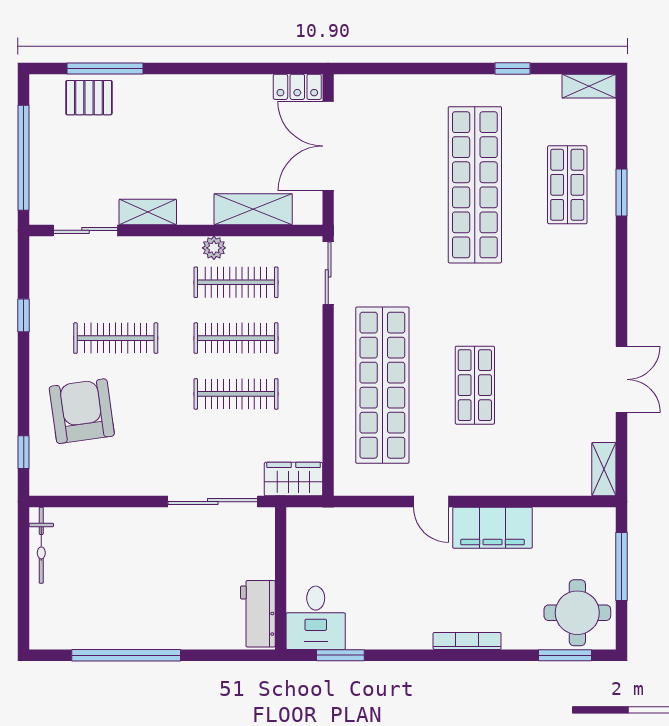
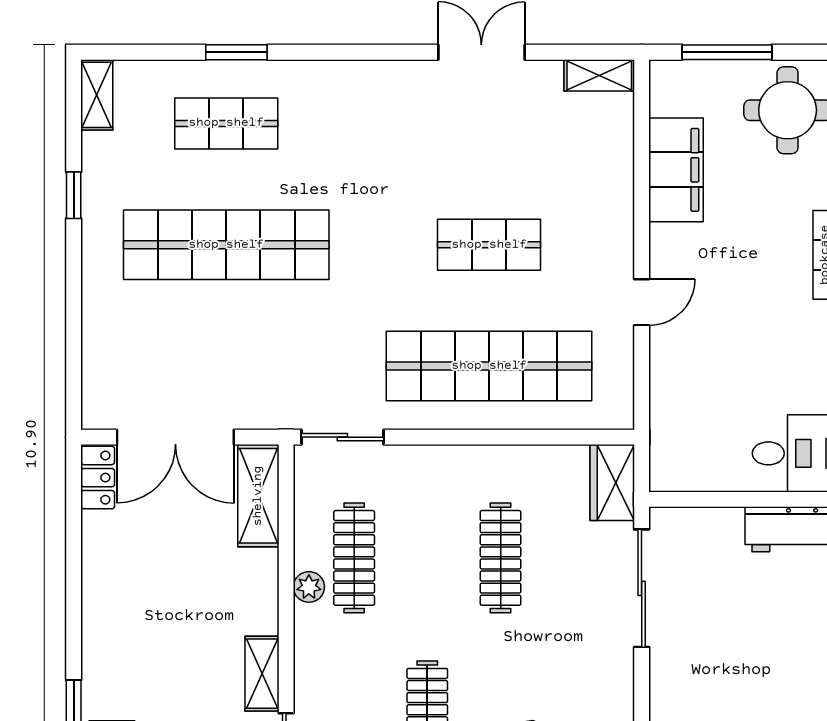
shelving: (253, 209) -> (258, 496), moved
clothes rail: (236, 338) -> (427, 558), removed
filing cabinet: (492, 528) -> (676, 170), moved

